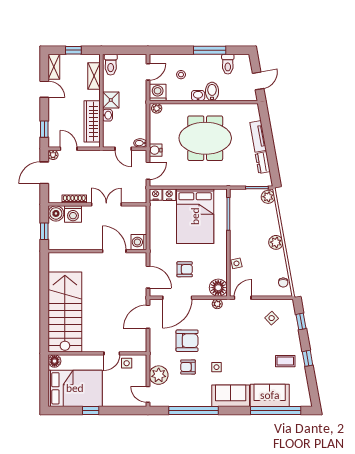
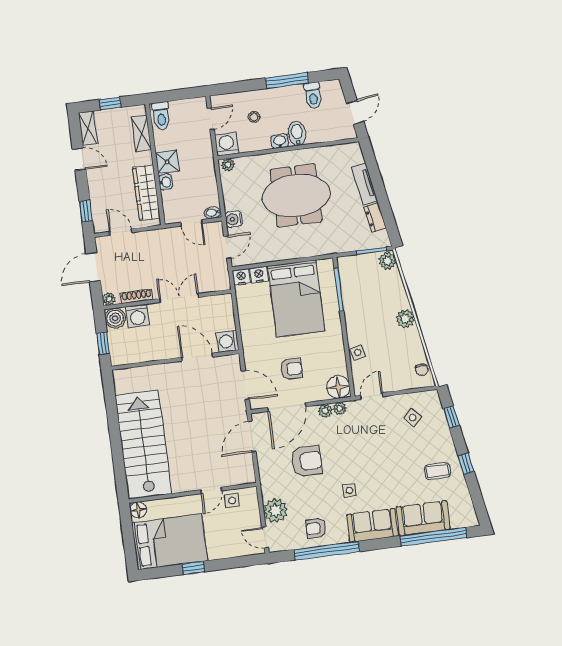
plant: (53, 155) -> (109, 299), moved
plant: (206, 304) -> (325, 411), added
armchair: (188, 367) -> (316, 528), moved

